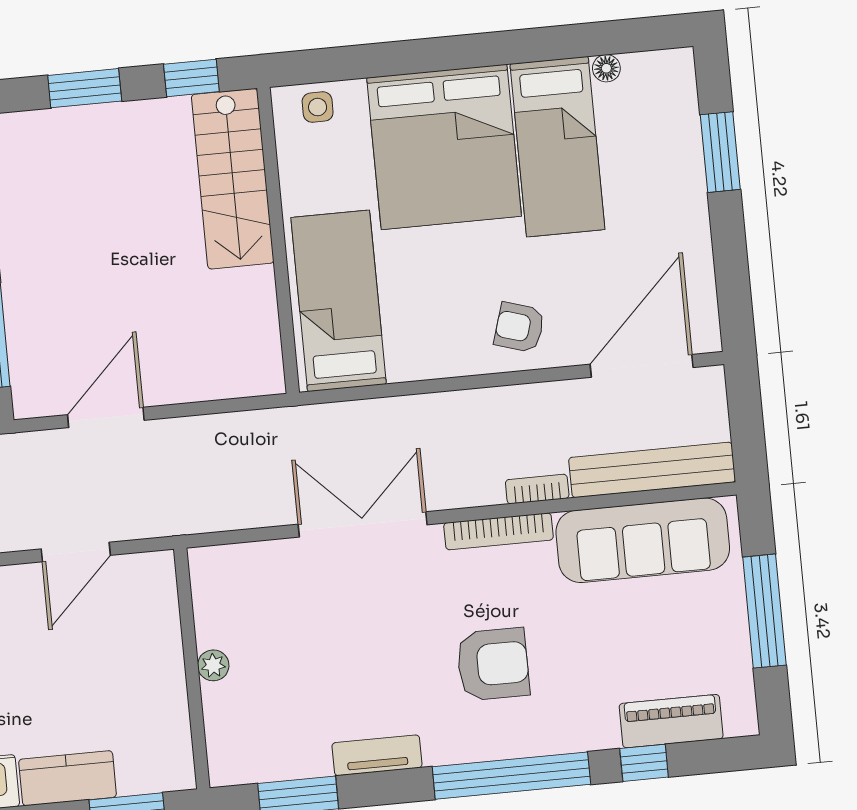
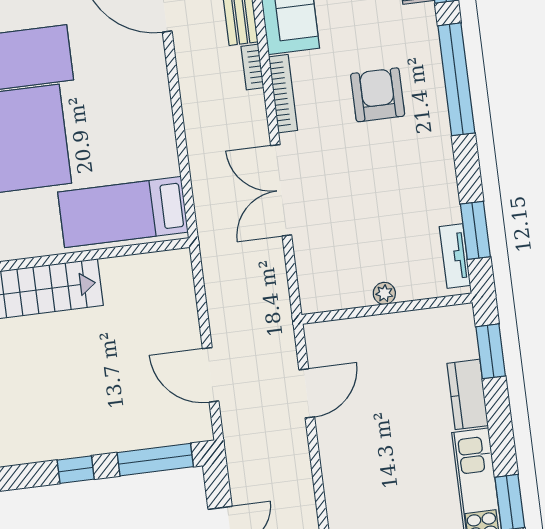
armchair: (519, 327) -> (138, 83), removed
door: (76, 552) -> (307, 393), hinge flipped
tv unit: (377, 755) -> (455, 256), moved

